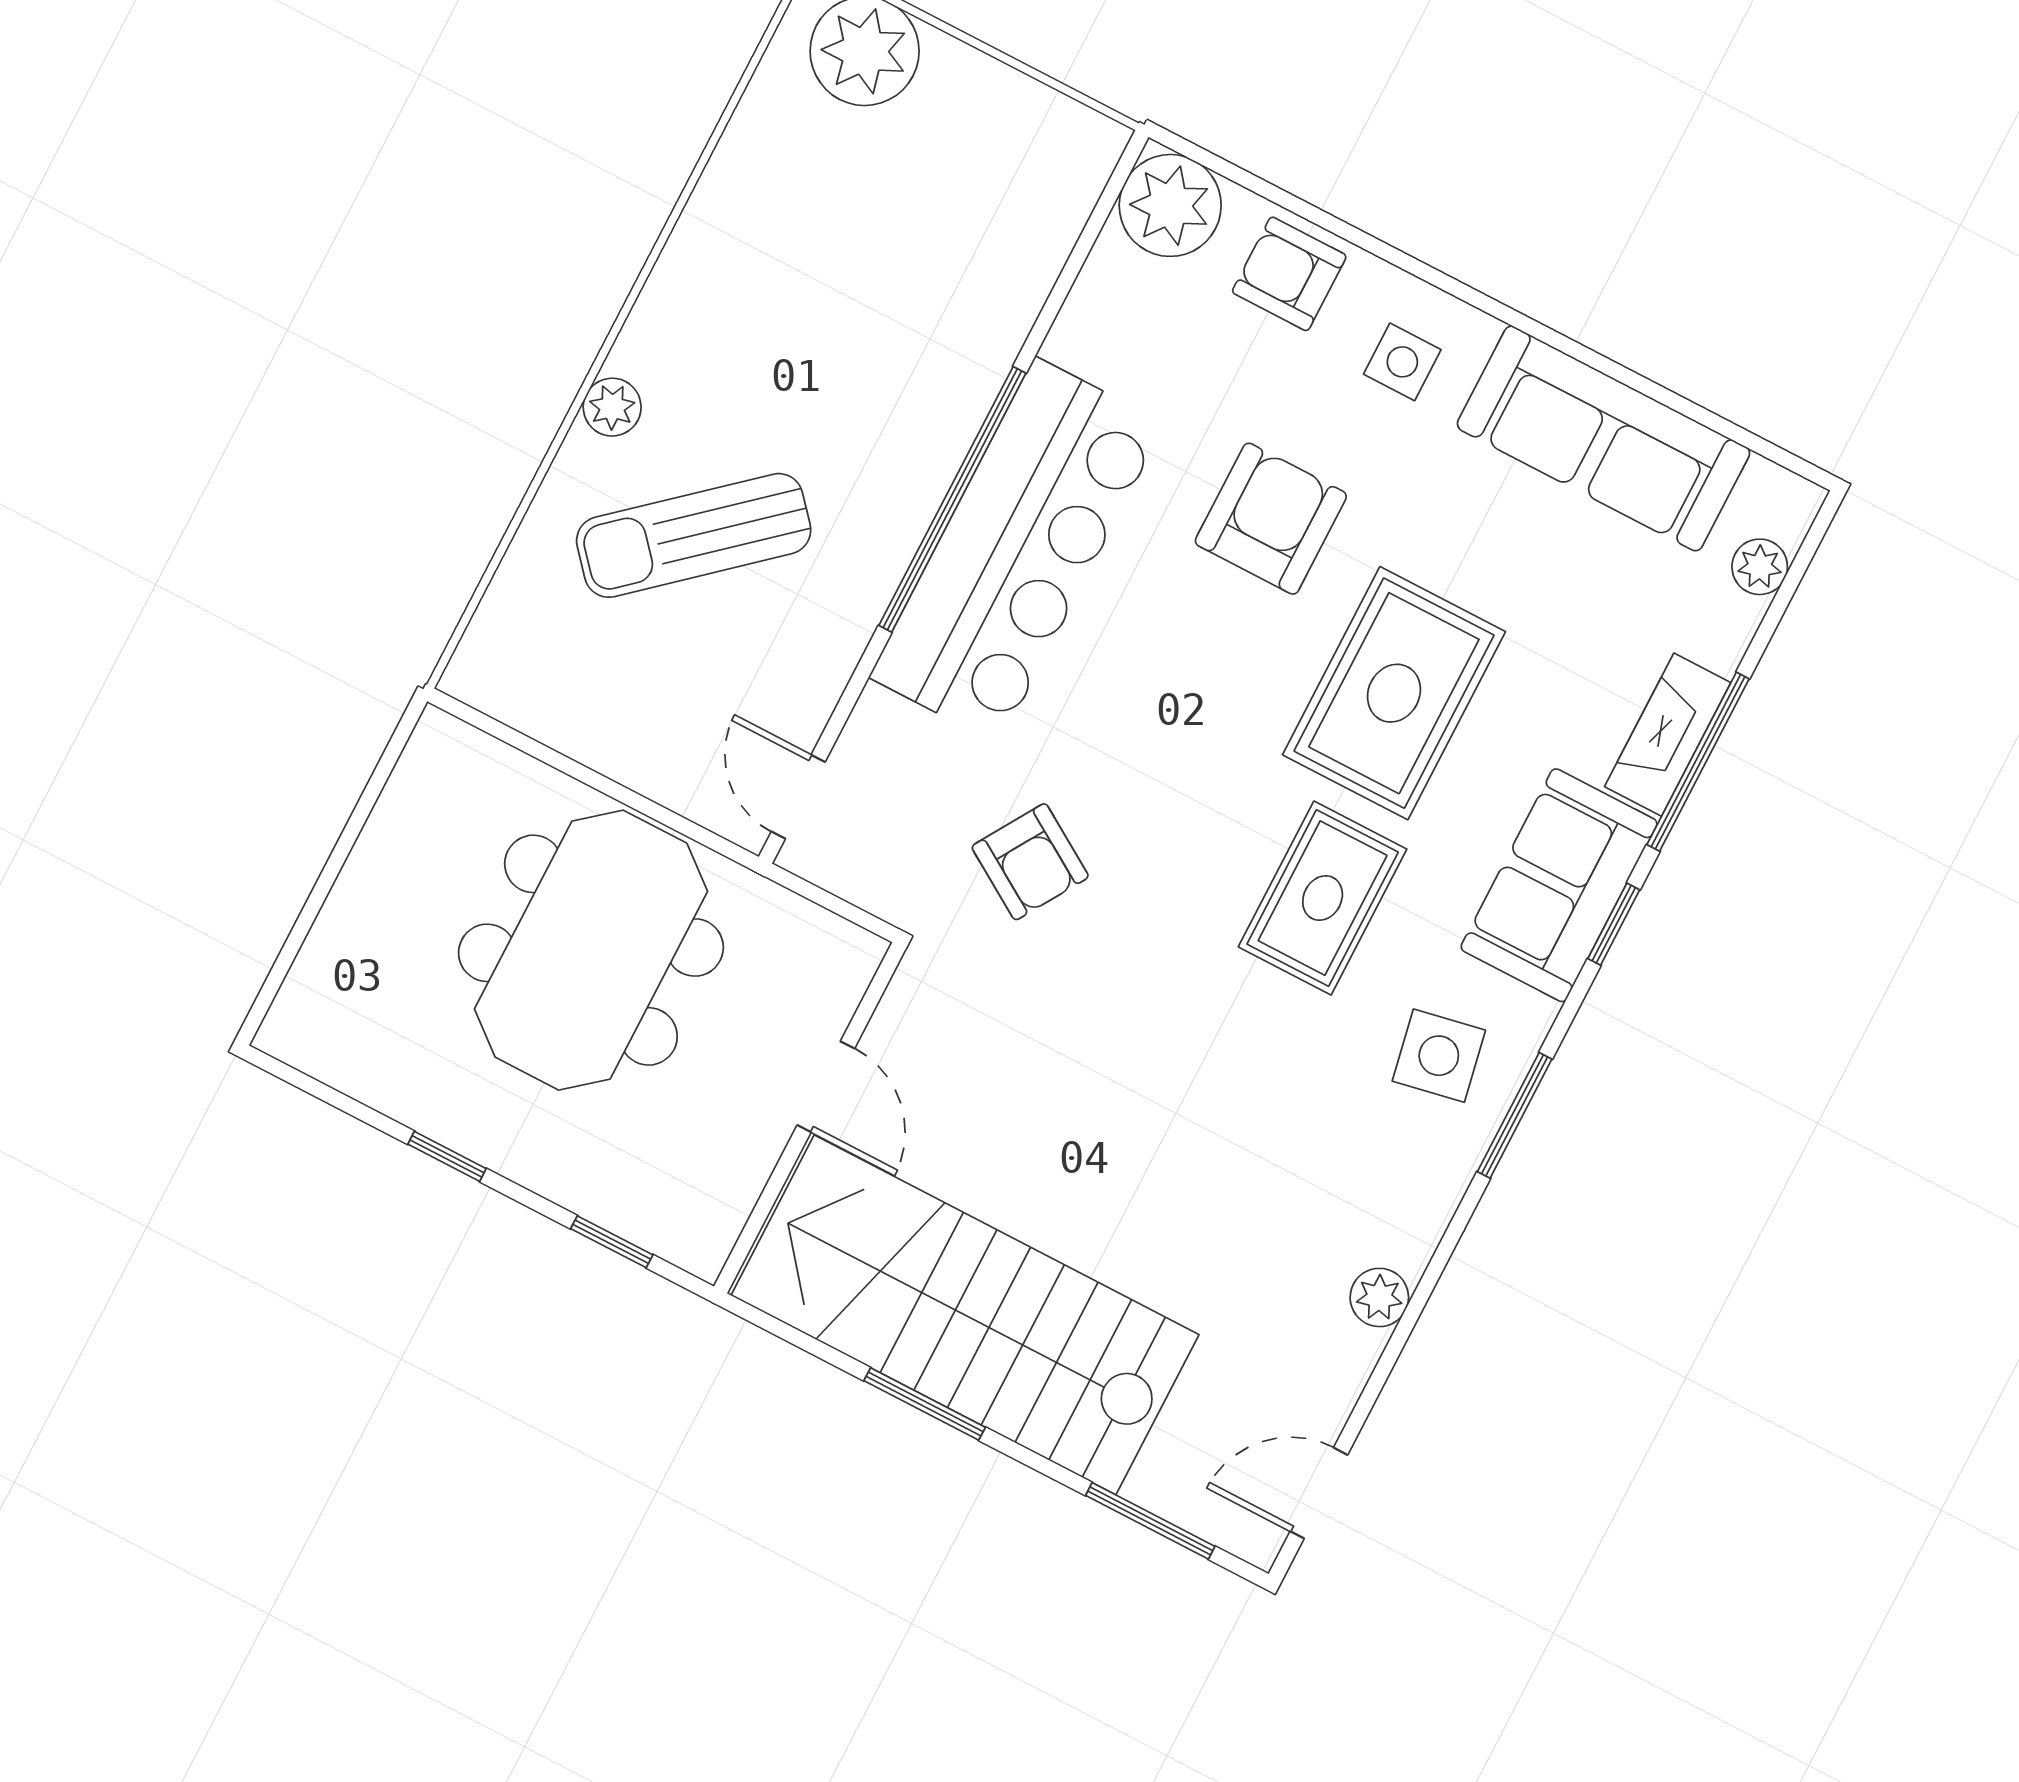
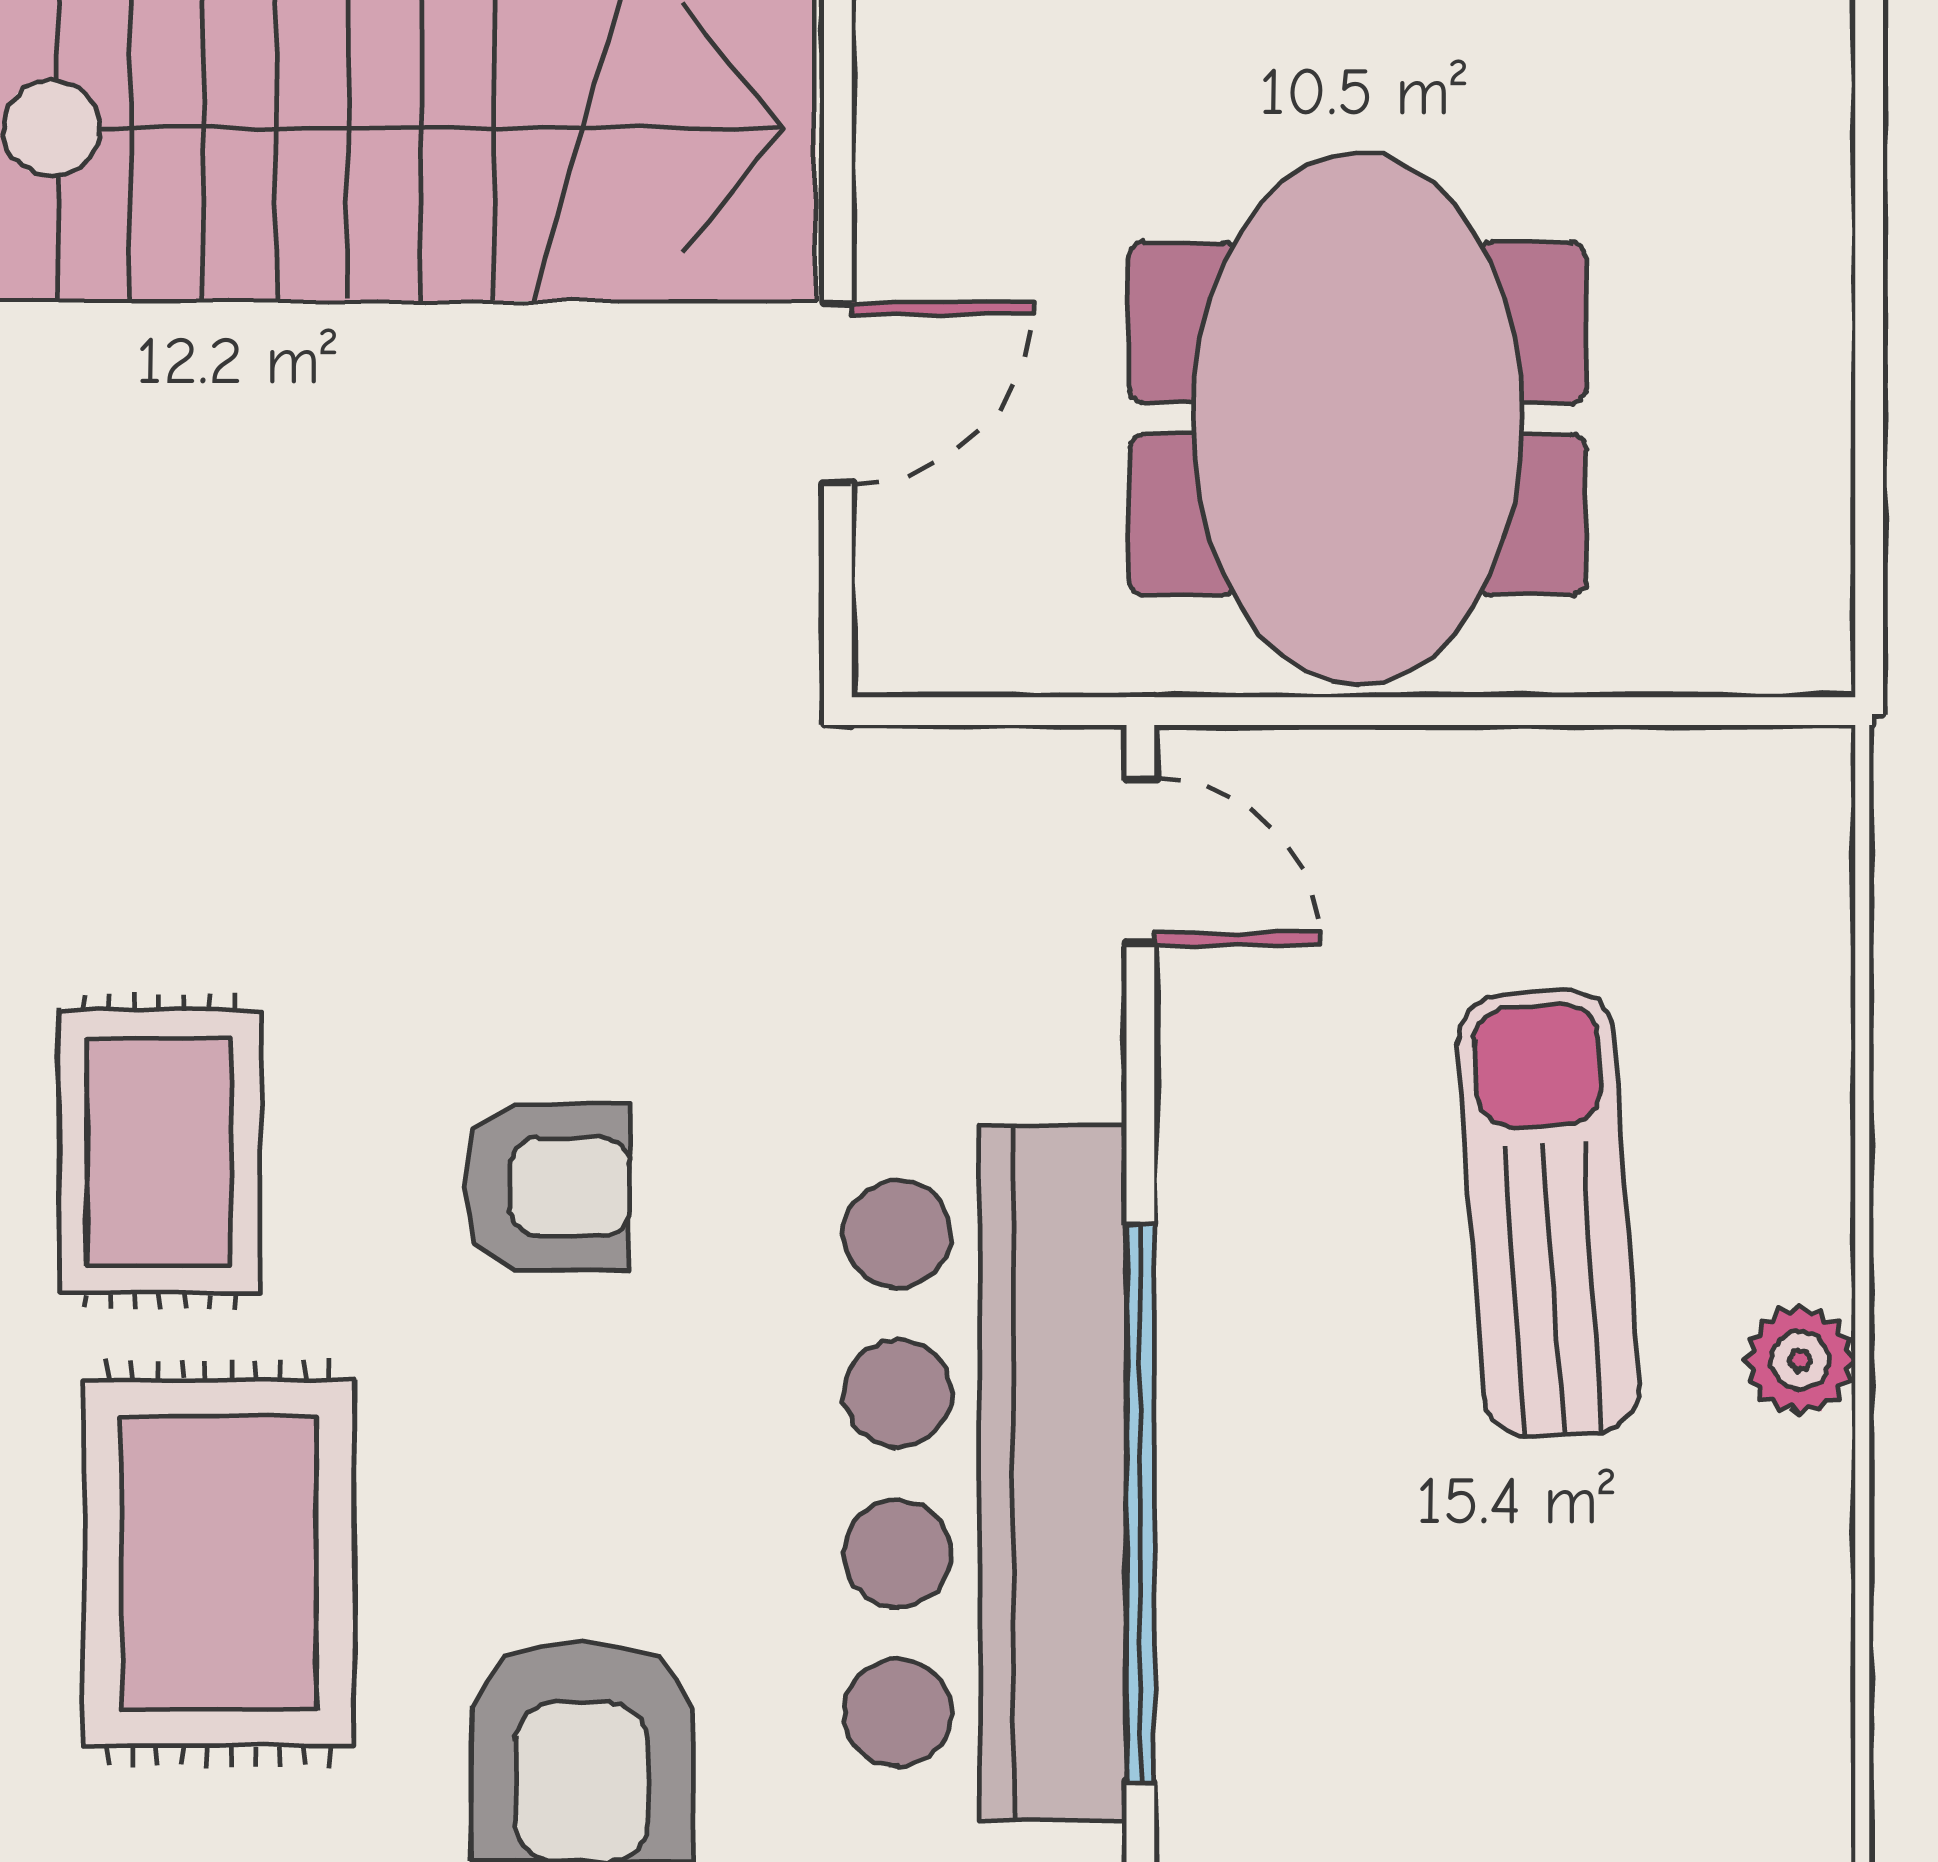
sun lounger: (694, 535) -> (1548, 1214), turned -53
armchair: (1030, 862) -> (547, 1187), moved, turned 148
door: (826, 1087) -> (838, 393), swing flipped

